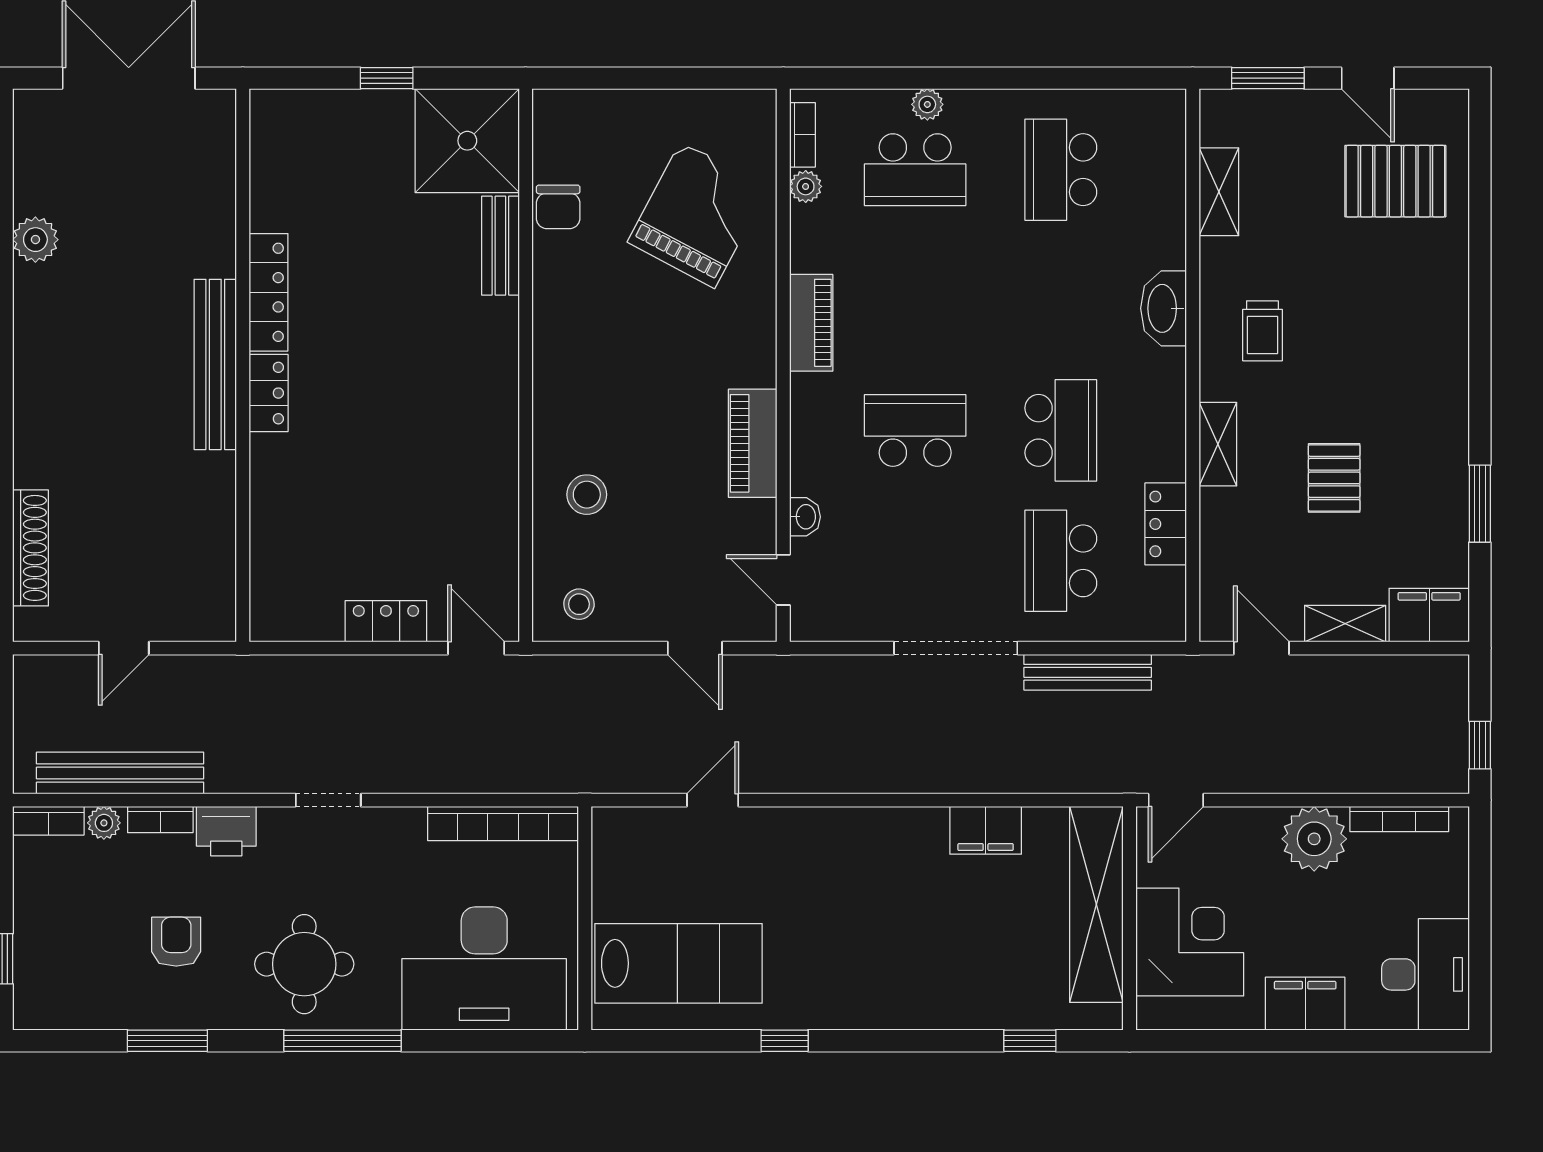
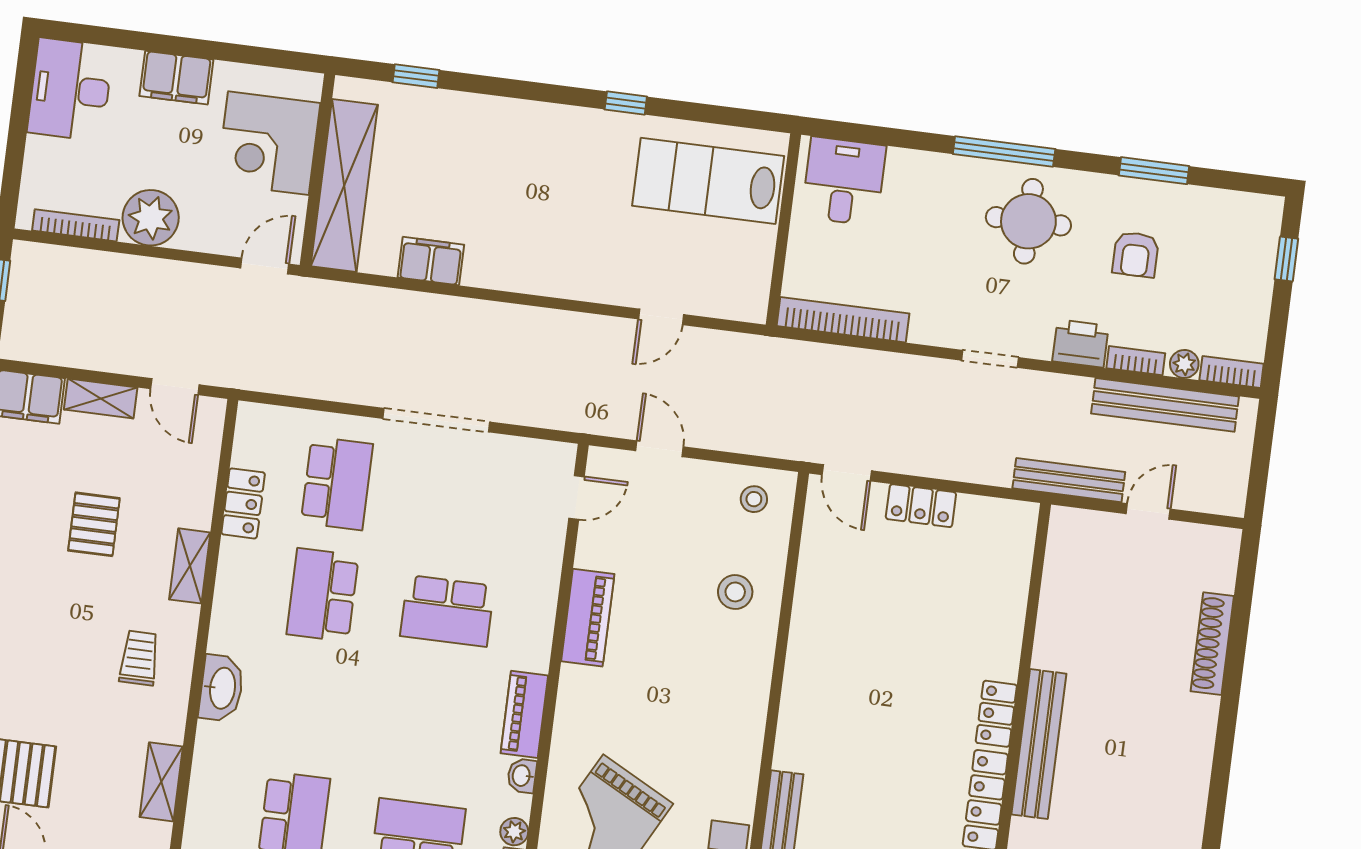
washbasin: (805, 517) -> (522, 776), moved
shoe rack: (31, 548) -> (1212, 644), moved
door: (783, 580) -> (577, 497), hinge flipped
bench: (1088, 672) -> (1069, 480), moved
desk: (484, 969) -> (844, 181), width x0.53, depth x0.77

